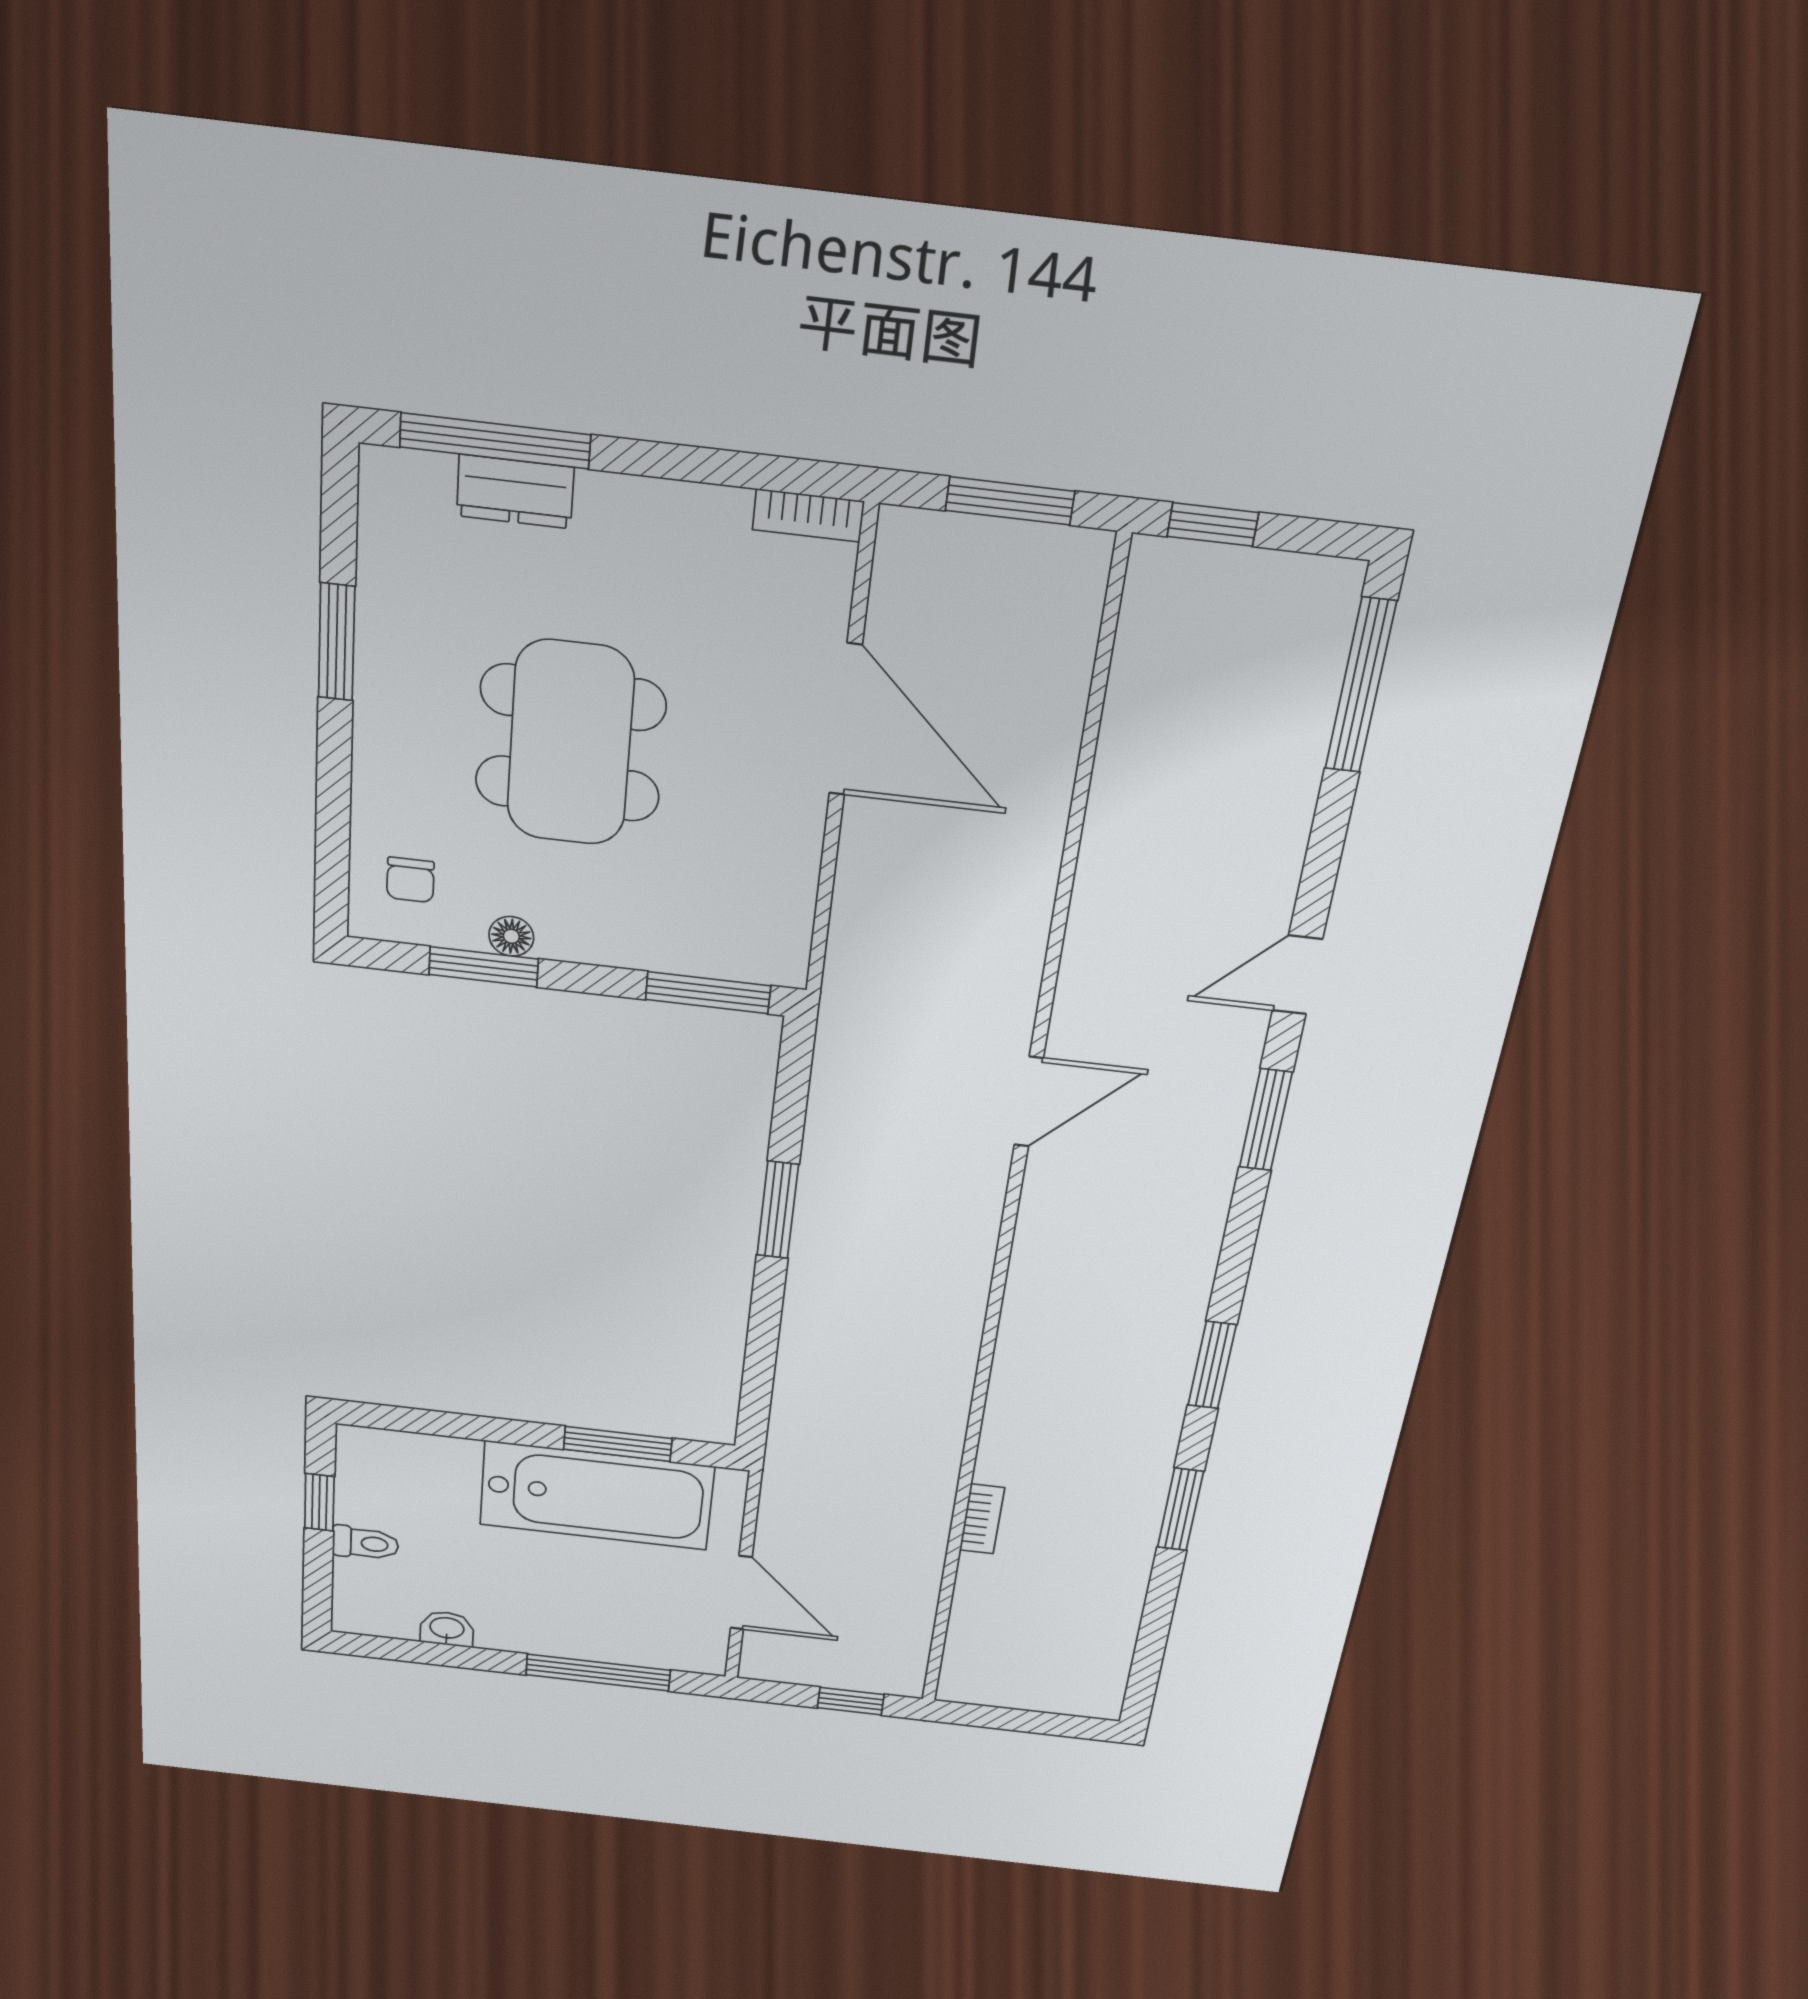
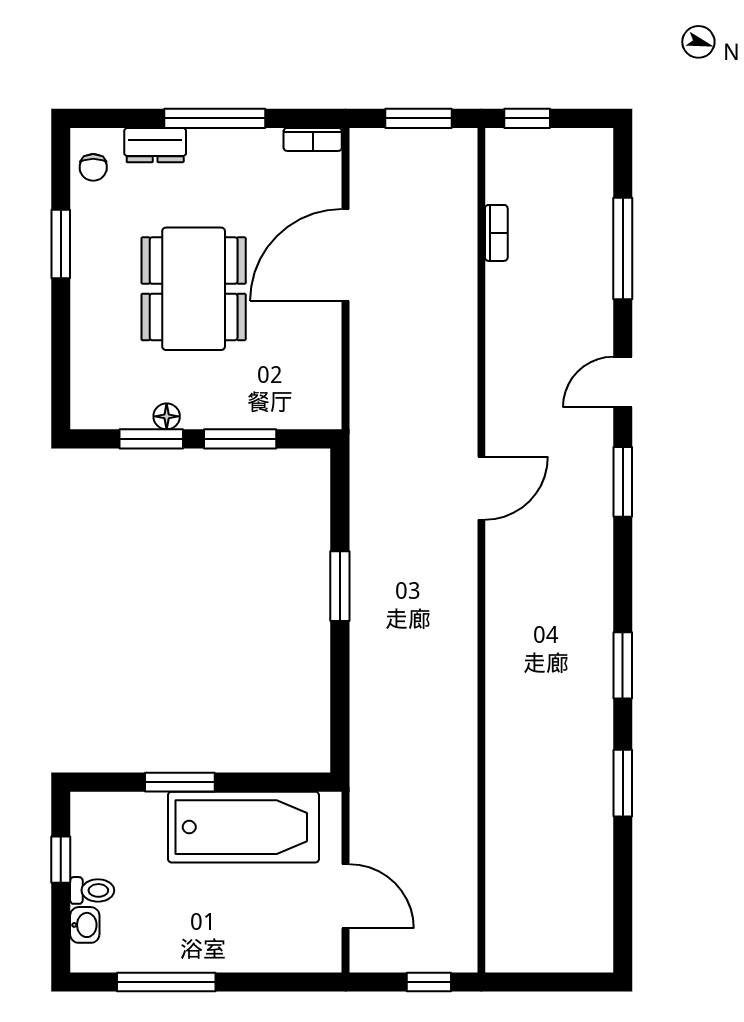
window: (495, 441) -> (215, 118), moved
window: (1361, 686) -> (623, 249), moved
door: (846, 720) -> (346, 255), swing flipped
chair: (410, 880) -> (93, 167), moved
window: (708, 993) -> (240, 439), moved
window: (618, 1444) -> (180, 782), moved
bookcase: (982, 1519) -> (496, 233), moved
washbasin: (447, 1629) -> (85, 925), moved, turned 90
window: (598, 1672) -> (166, 982), moved

